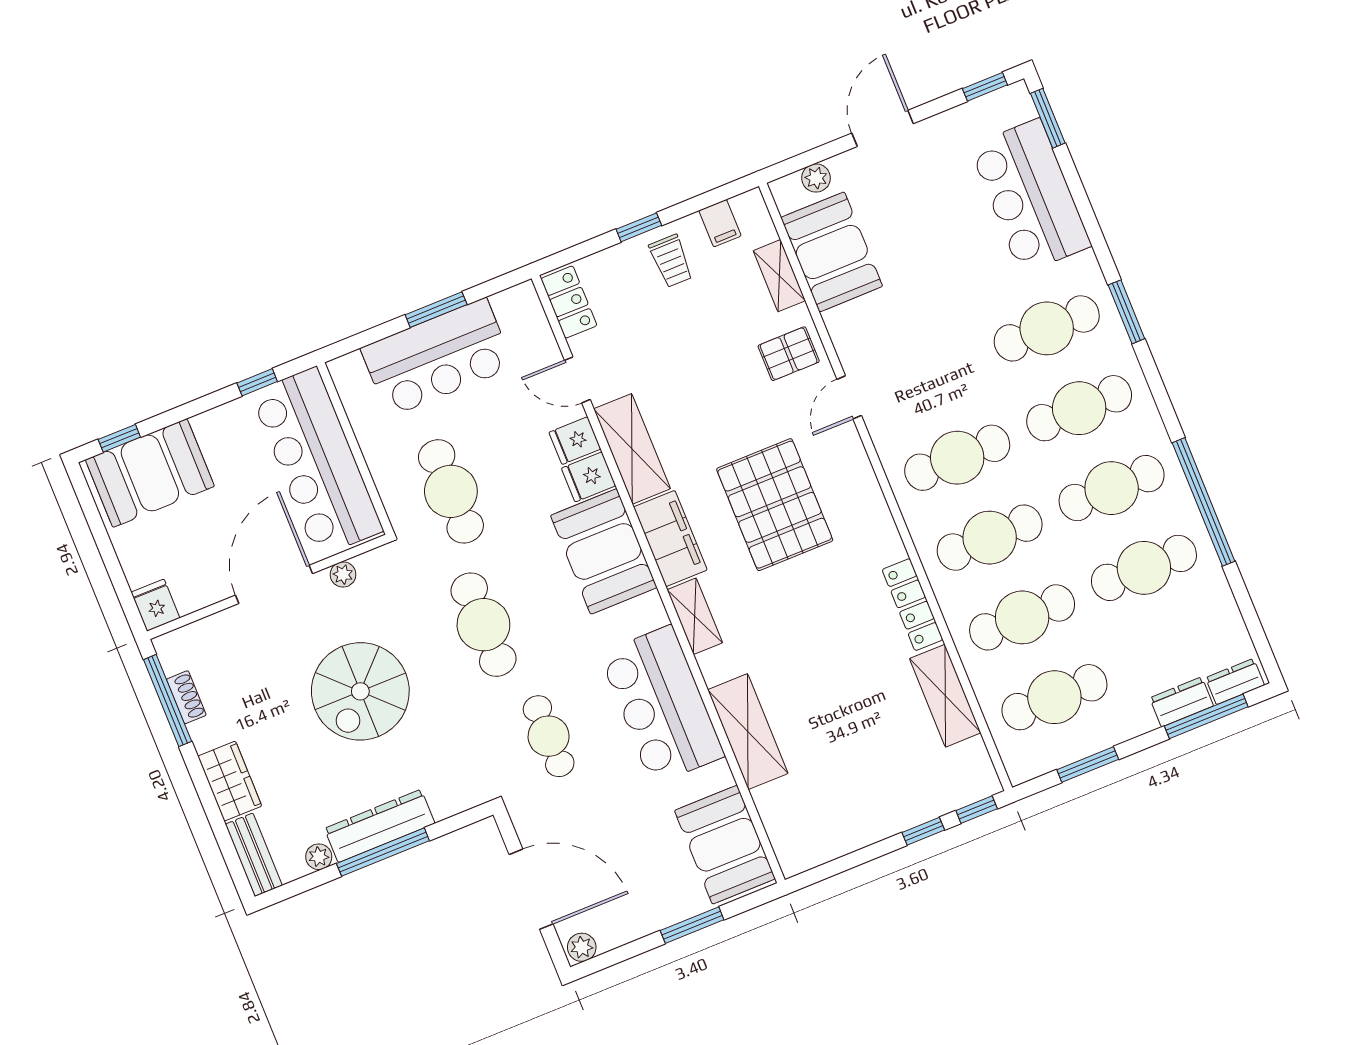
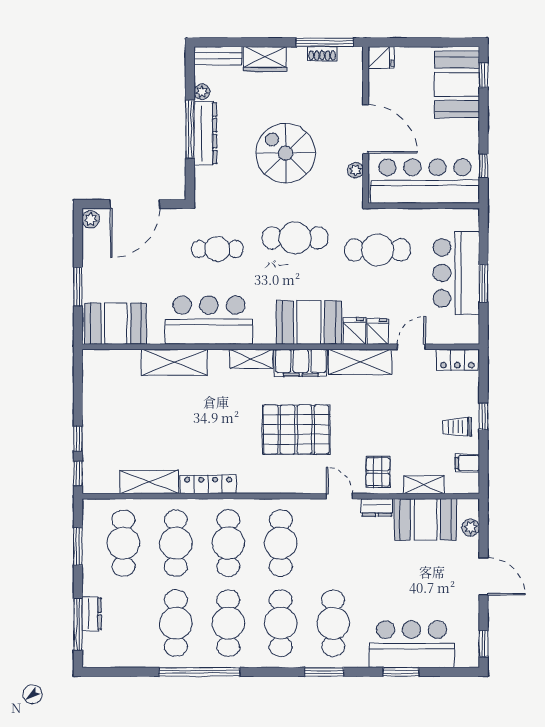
window: (1048, 118) -> (401, 672), moved
dresser: (1235, 682) -> (377, 507), moved, turned 90

